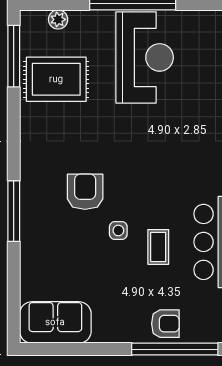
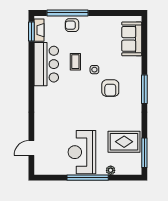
plant: (58, 19) -> (111, 170), moved
window: (14, 211) -> (144, 89), moved
sofa: (55, 322) -> (132, 39), moved, turned 90

